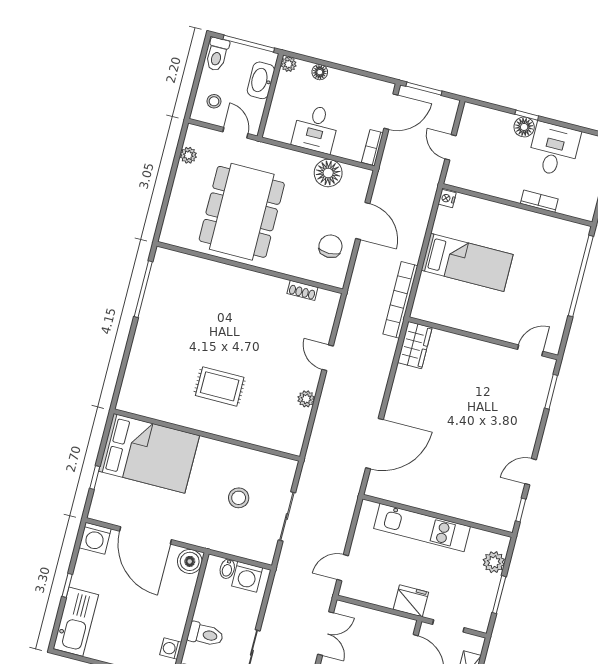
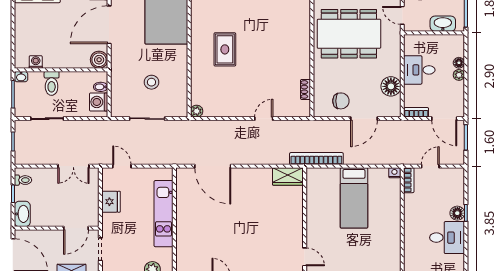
plant: (289, 64) -> (459, 75), moved
door: (235, 133) -> (402, 15), swing flipped
bookcase: (539, 201) -> (409, 180), moved
plant: (306, 399) -> (197, 111), moved
fridge: (411, 601) -> (111, 202), moved

